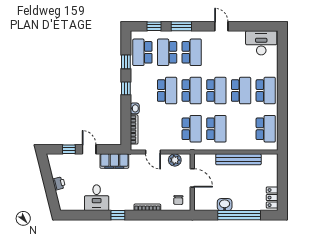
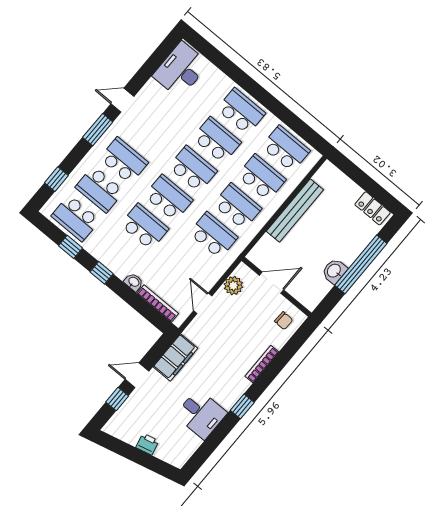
window: (181, 26) -> (98, 130), moved
school desk: (241, 129) -> (262, 177), added
door: (153, 152) -> (203, 303), swing flipped

